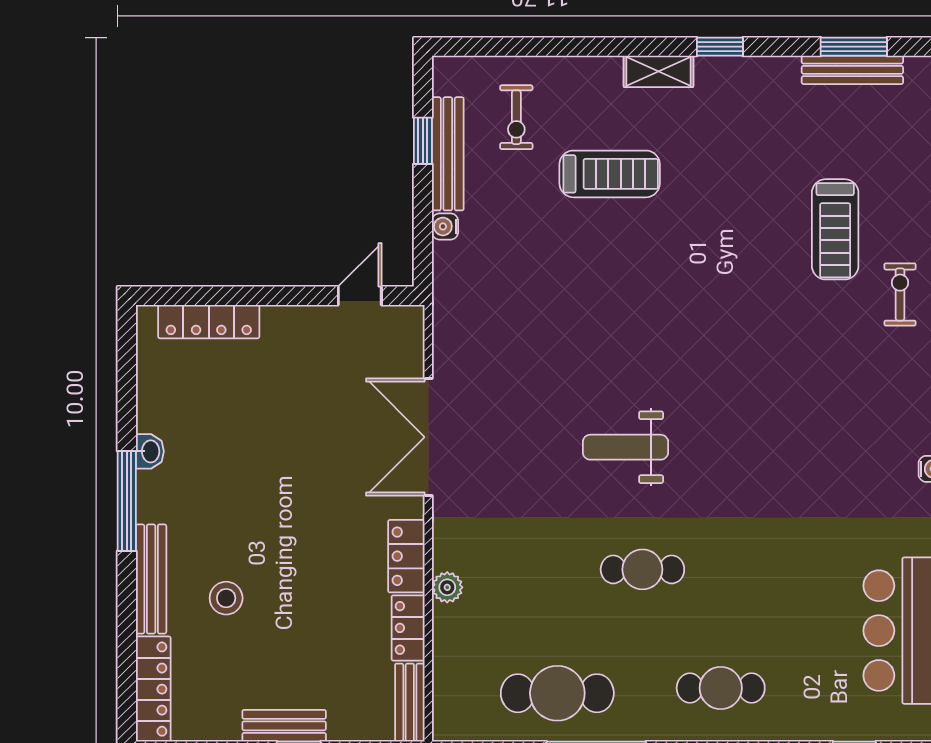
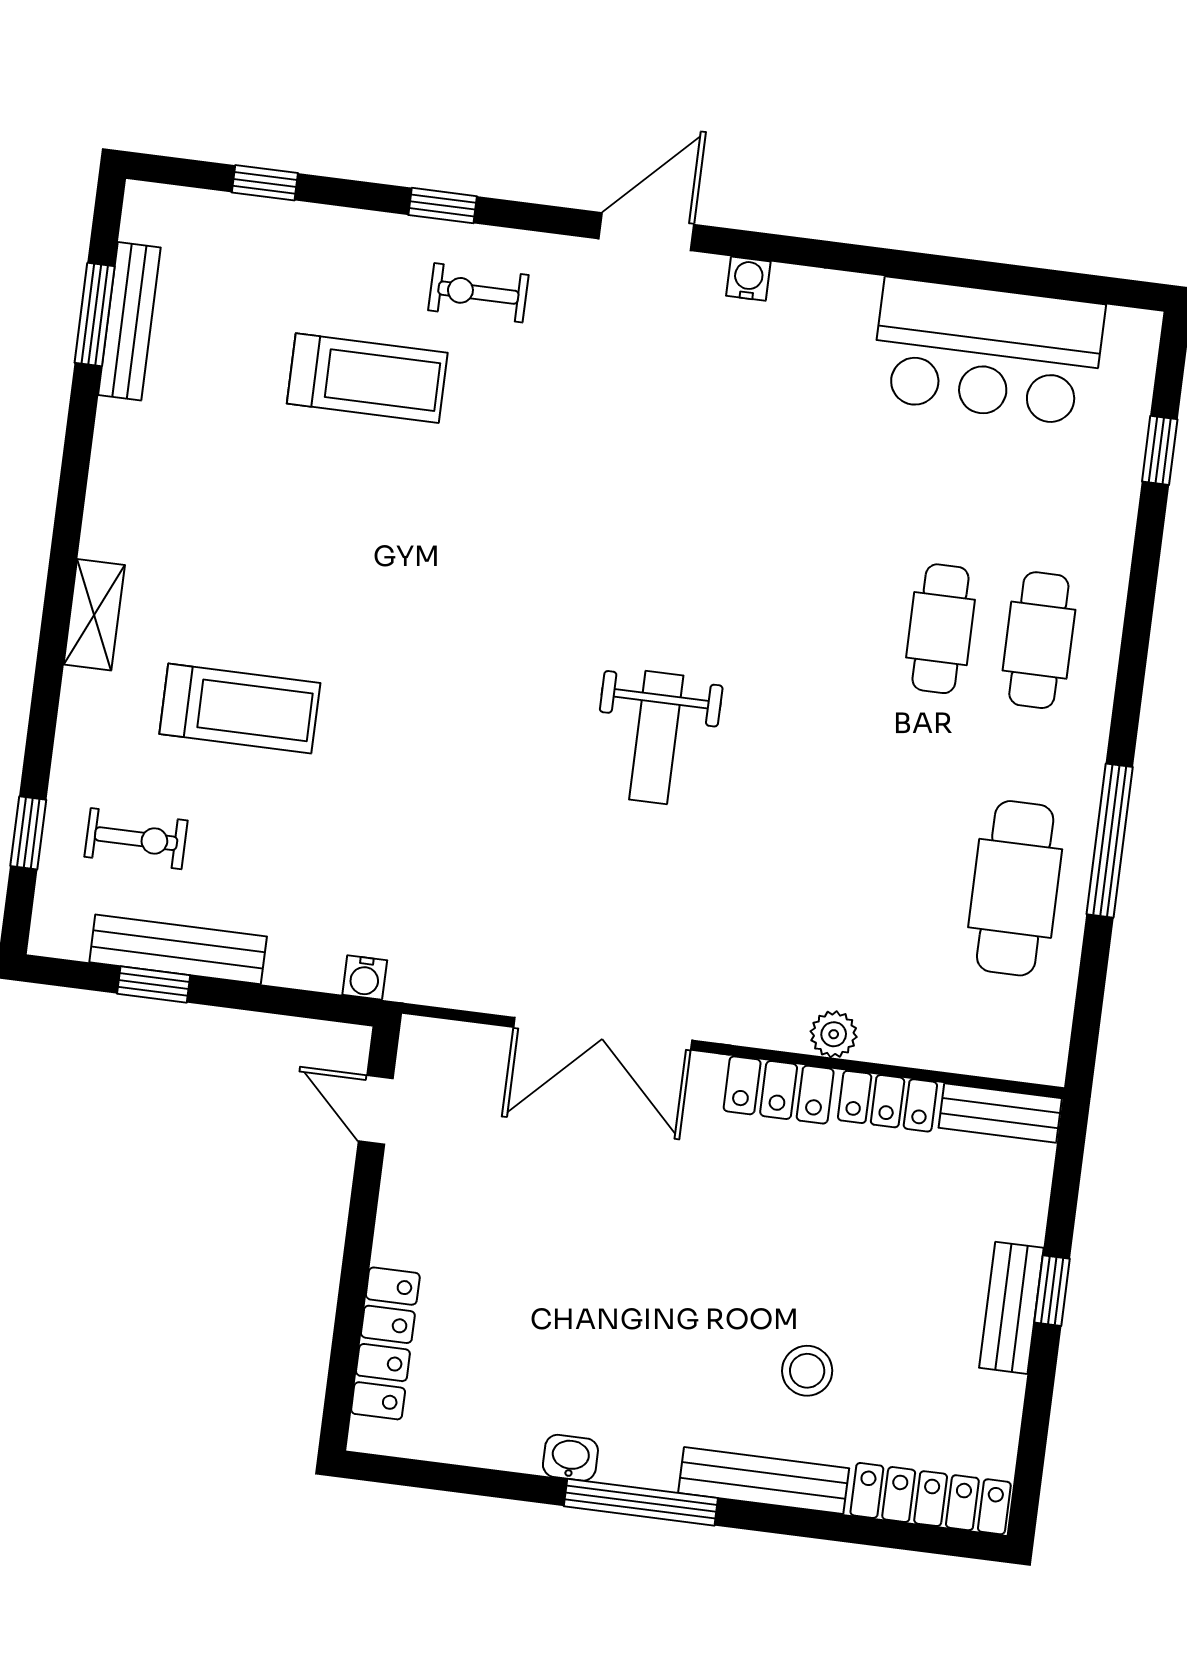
window: (720, 47) -> (28, 833), moved
treadmill: (610, 174) -> (240, 708), turned 90
water cooler: (445, 226) -> (365, 978), moved
cafe table: (642, 569) -> (940, 629), moved

